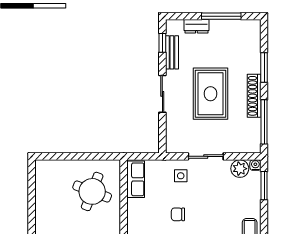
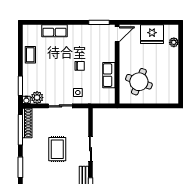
rug: (211, 94) -> (57, 149), width x0.73, depth x0.70
shoe rack: (254, 96) -> (27, 123), moved
row of seats: (136, 179) -> (109, 75), moved

